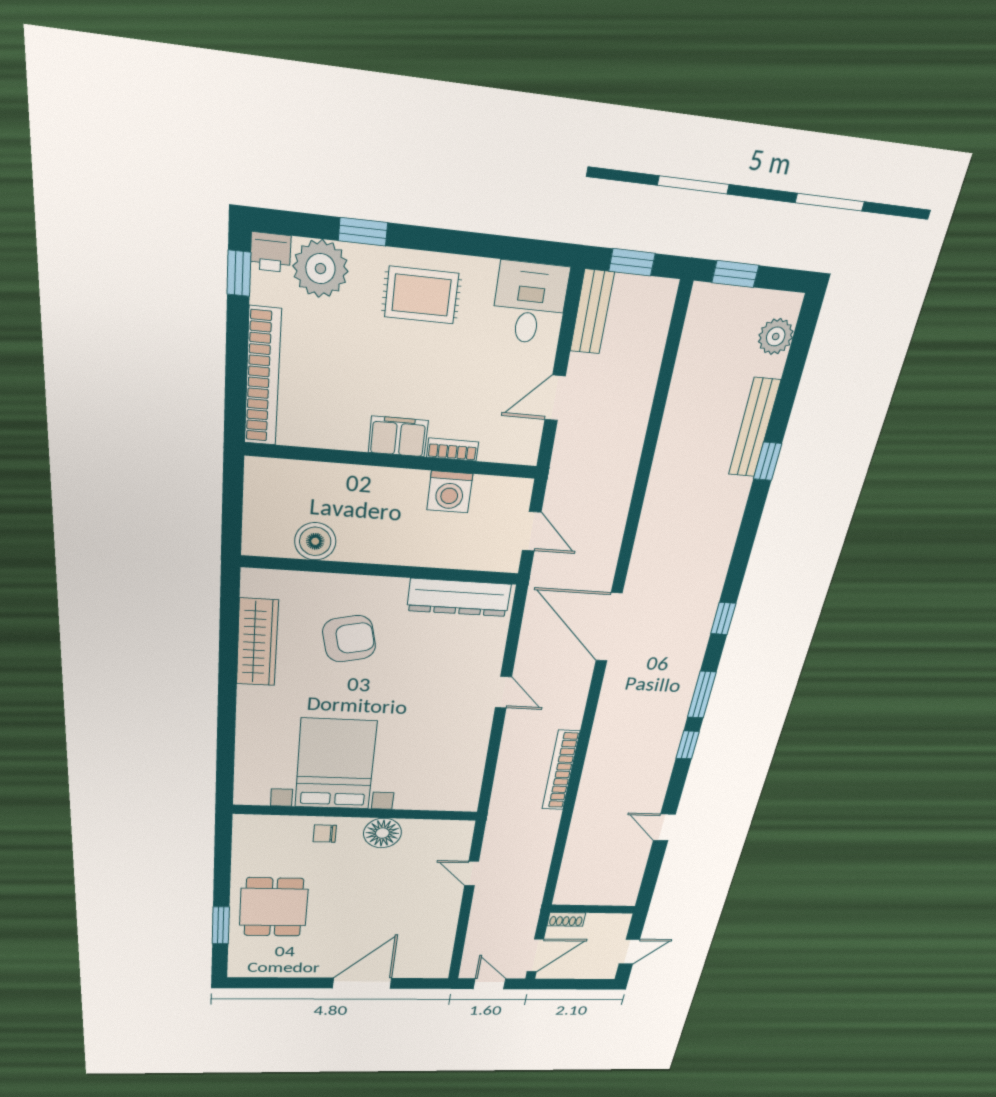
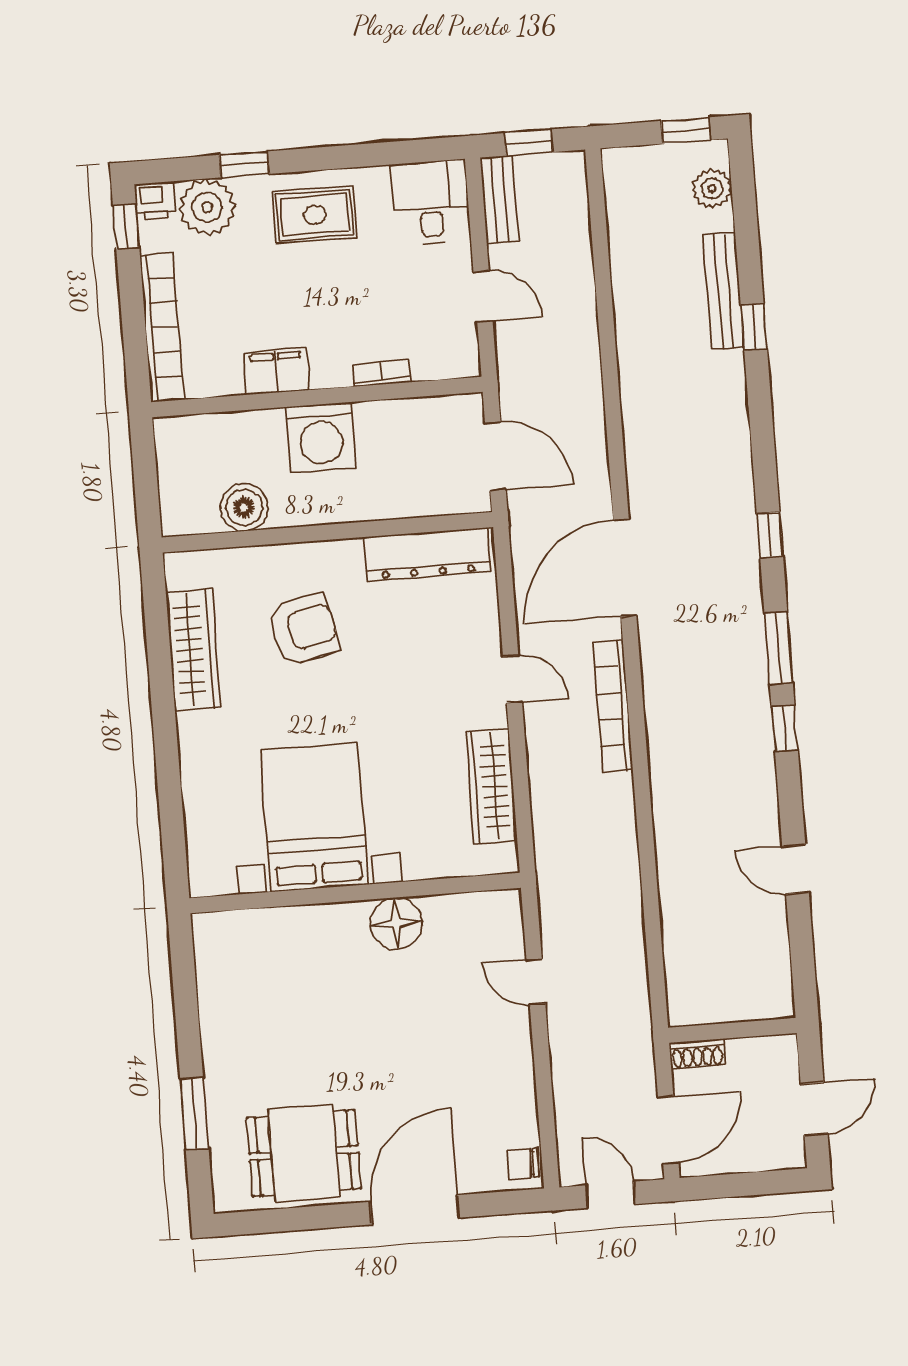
window: (735, 274) -> (686, 130), moved
door: (555, 398) -> (483, 296), swing flipped
filing cabinet: (398, 436) -> (277, 371), moved
washing machine: (450, 492) -> (321, 437), moved, width x1.37, depth x1.37
door: (532, 531) -> (495, 456), width x1.38
door: (609, 627) -> (625, 568), hinge flipped
wardrobe: (470, 759) -> (491, 787), added
bookcase: (561, 770) -> (613, 706), moved
chair: (325, 834) -> (523, 1164), moved
dining table: (274, 907) -> (304, 1153), moved, turned 90

